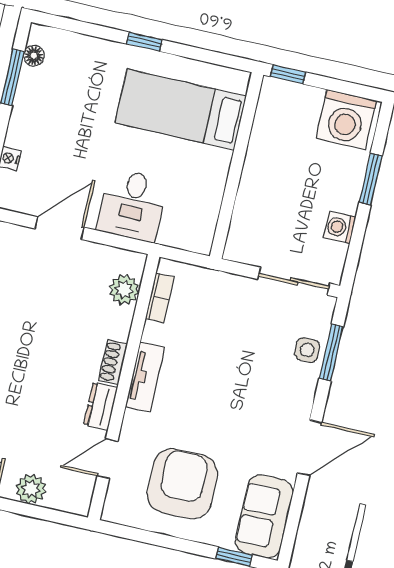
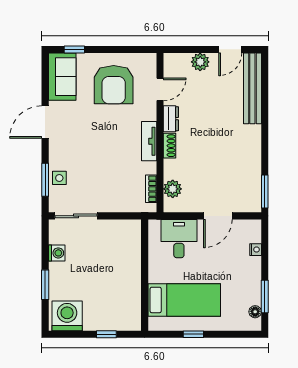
bed: (181, 109) -> (184, 300), moved
wall: (237, 165) -> (145, 275), moved

